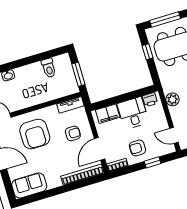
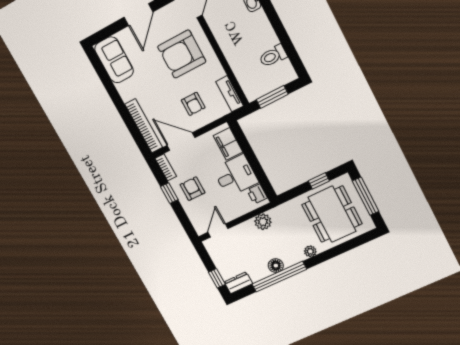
window: (153, 162) -> (169, 193), moved

